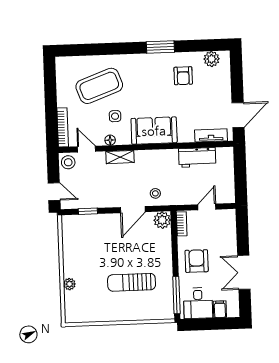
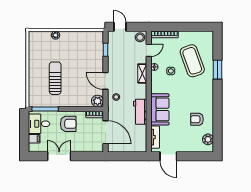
window: (160, 47) -> (218, 70), moved
sofa: (154, 131) -> (160, 109), moved
workbench: (197, 157) -> (140, 112), moved
door: (54, 192) -> (120, 27), swing flipped
door: (207, 207) -> (106, 132), width x1.87

